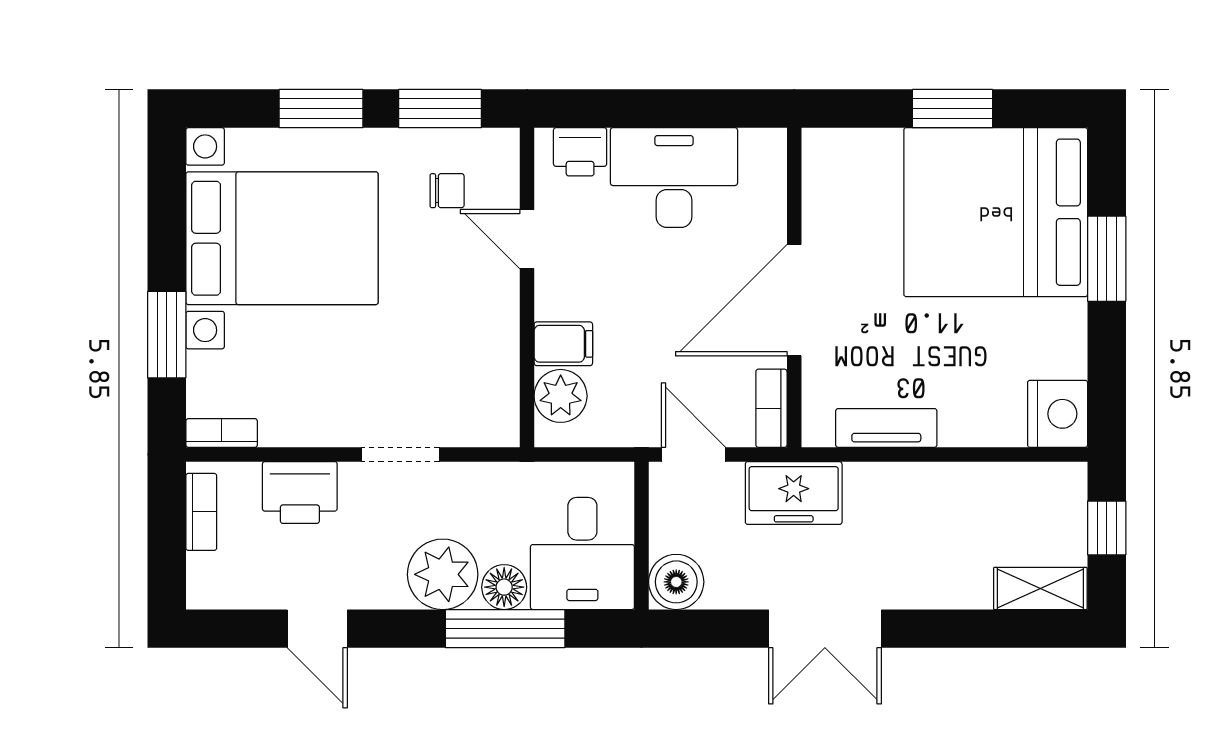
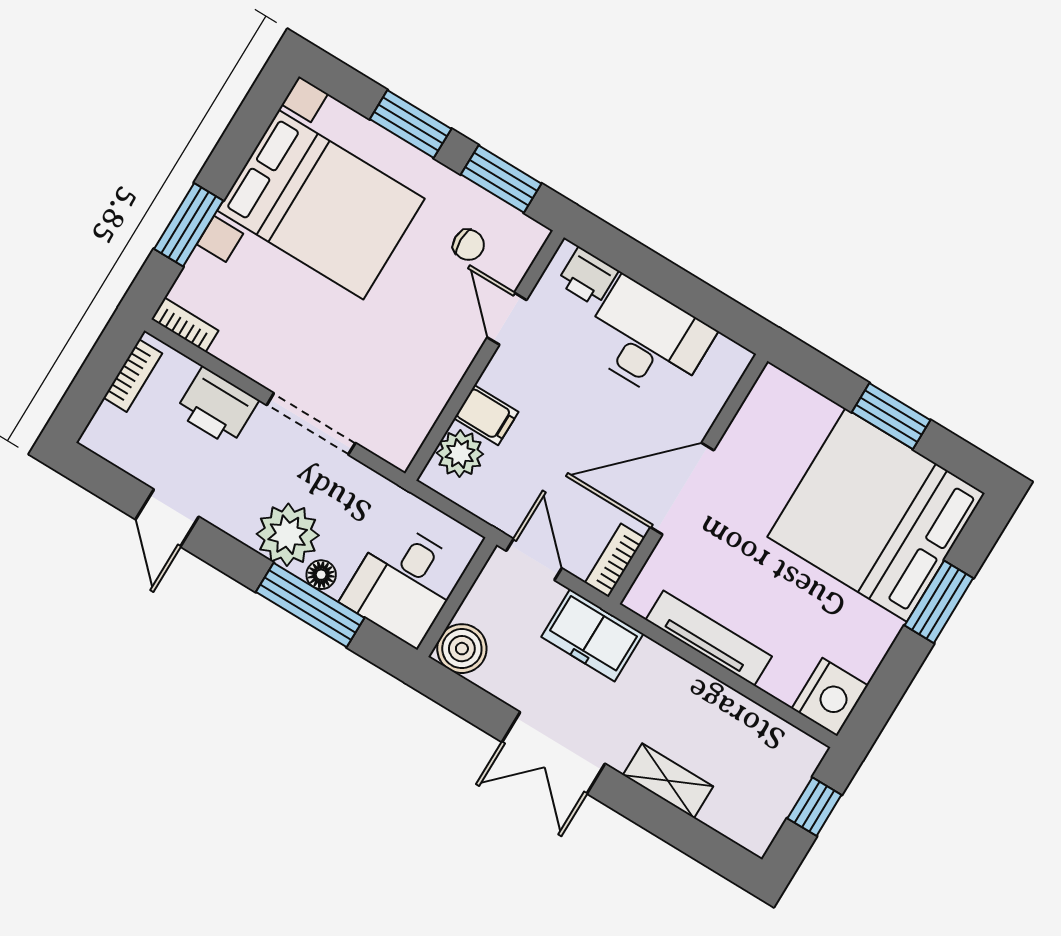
tv unit: (886, 428) -> (709, 638), width x1.41
doorway: (400, 454) -> (311, 424), width x1.38
floor lamp: (504, 587) -> (321, 575), width x0.73, depth x0.73
shelving: (1040, 588) -> (668, 781), moved

